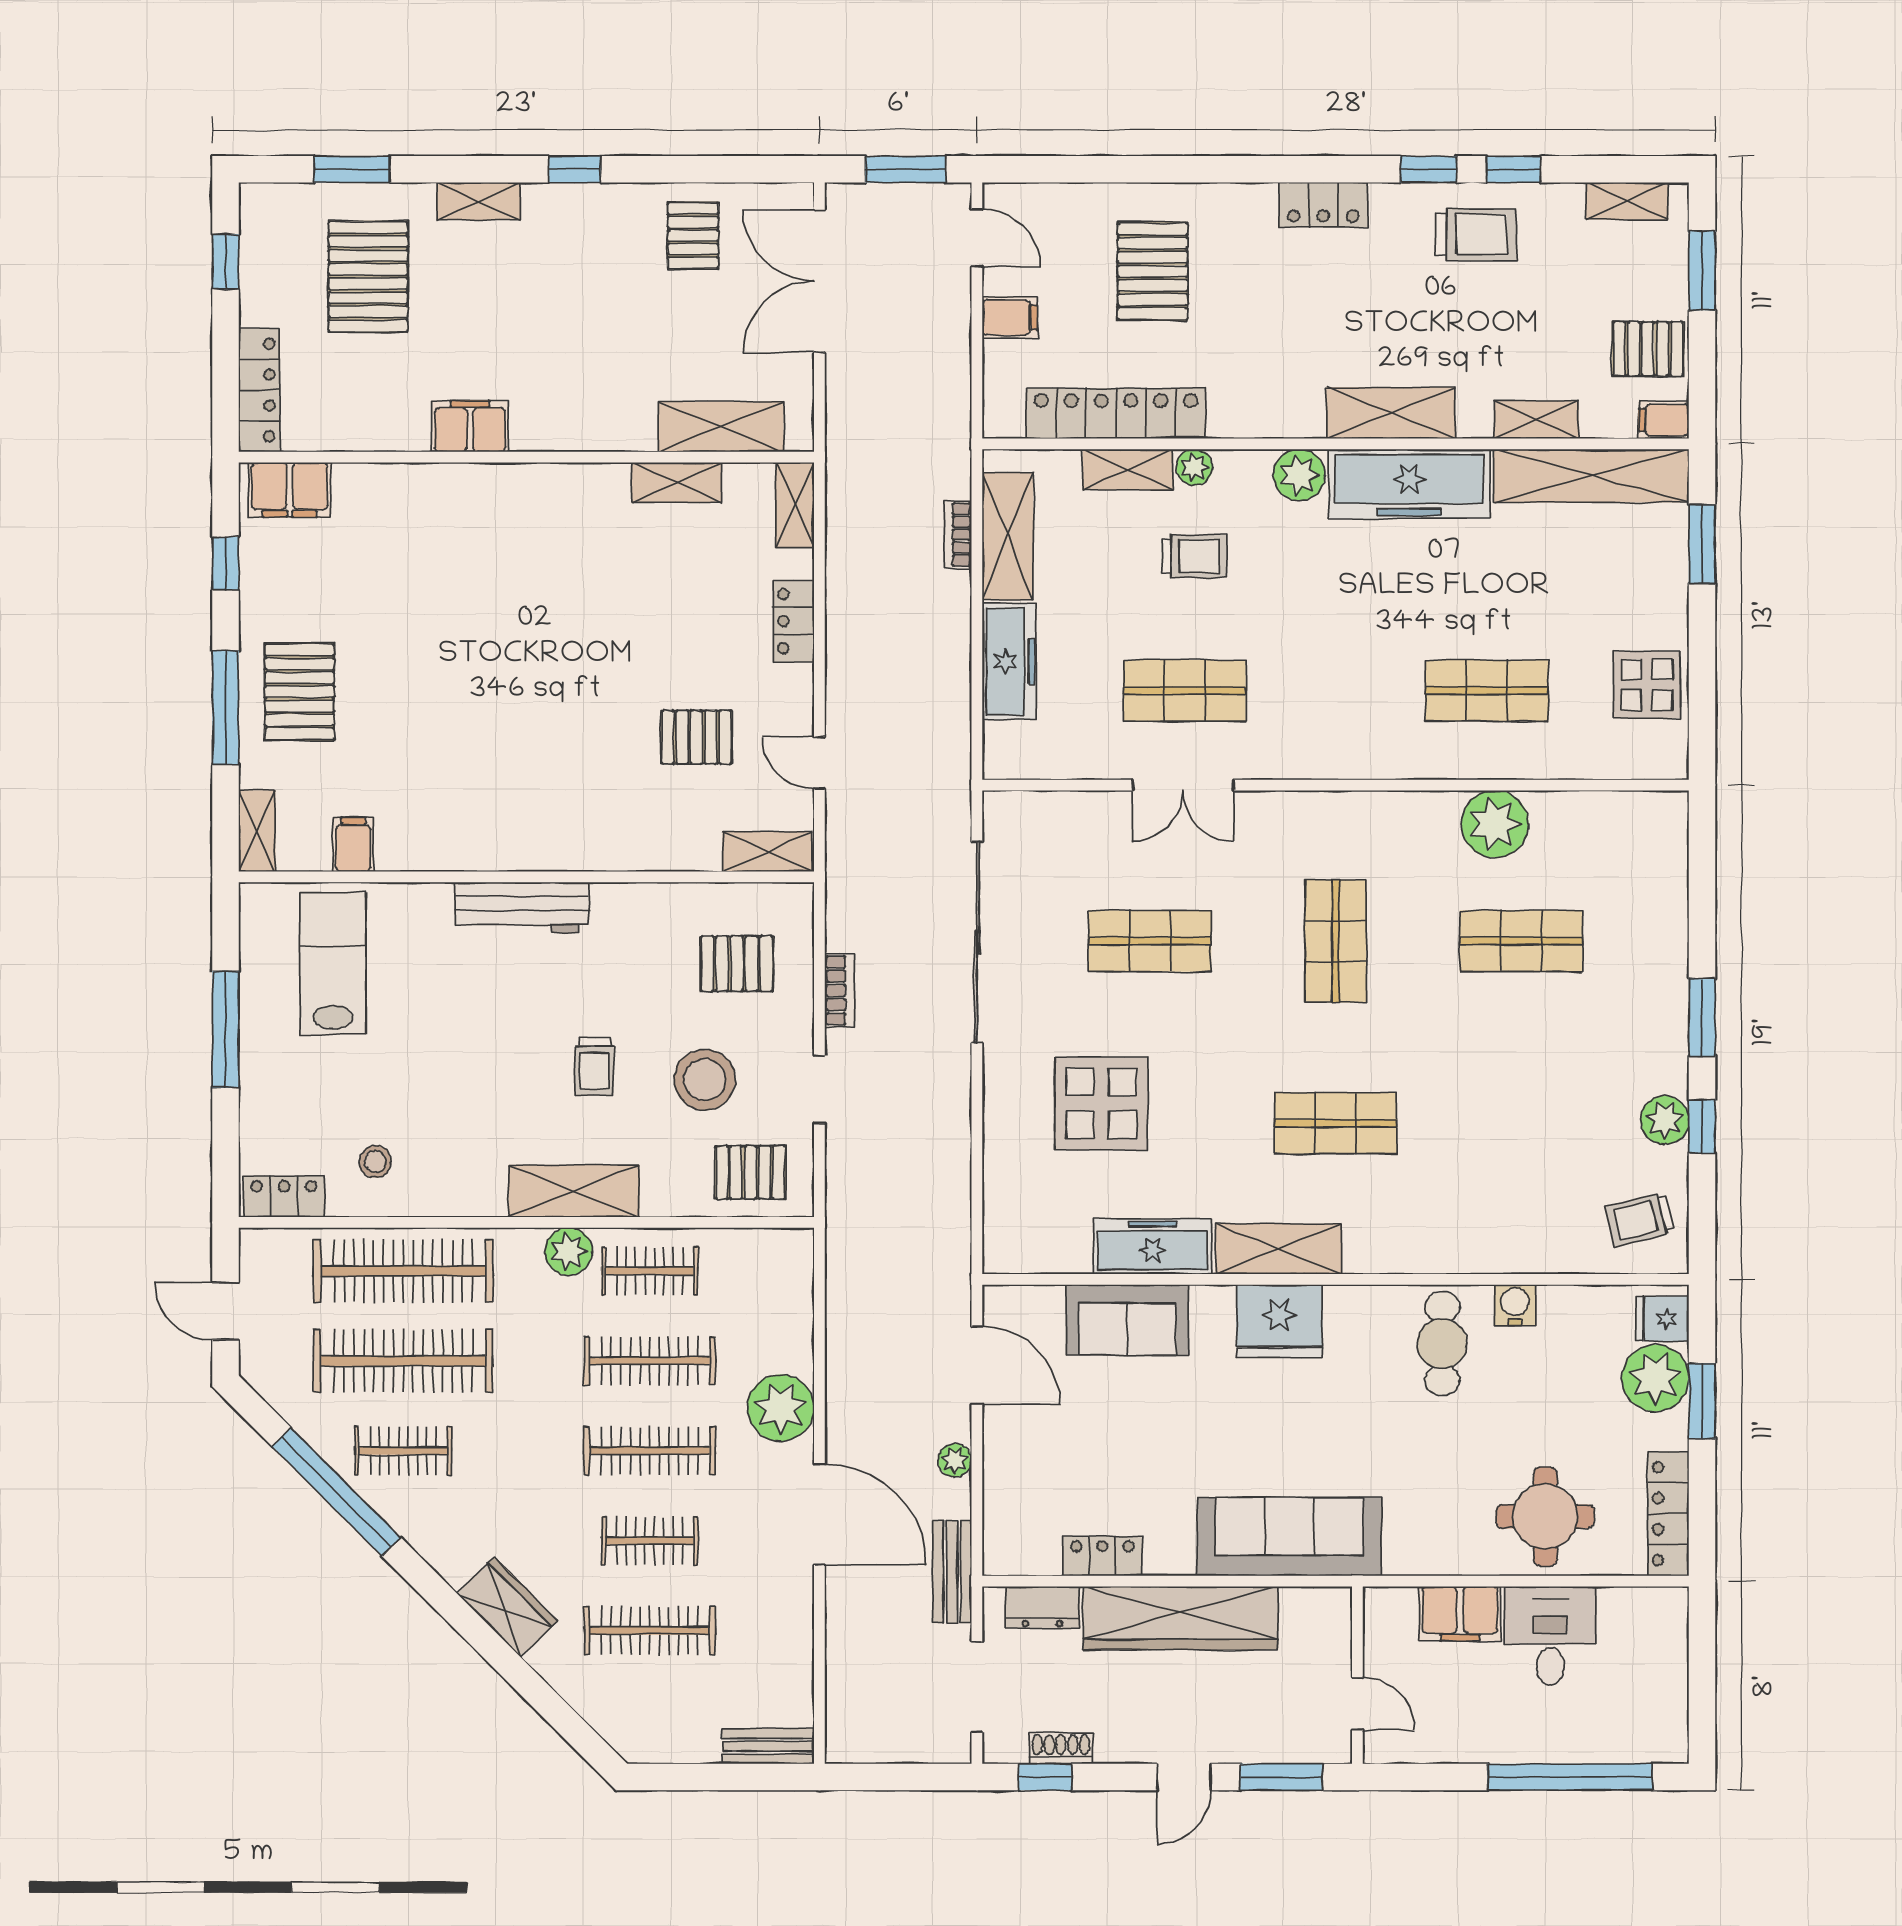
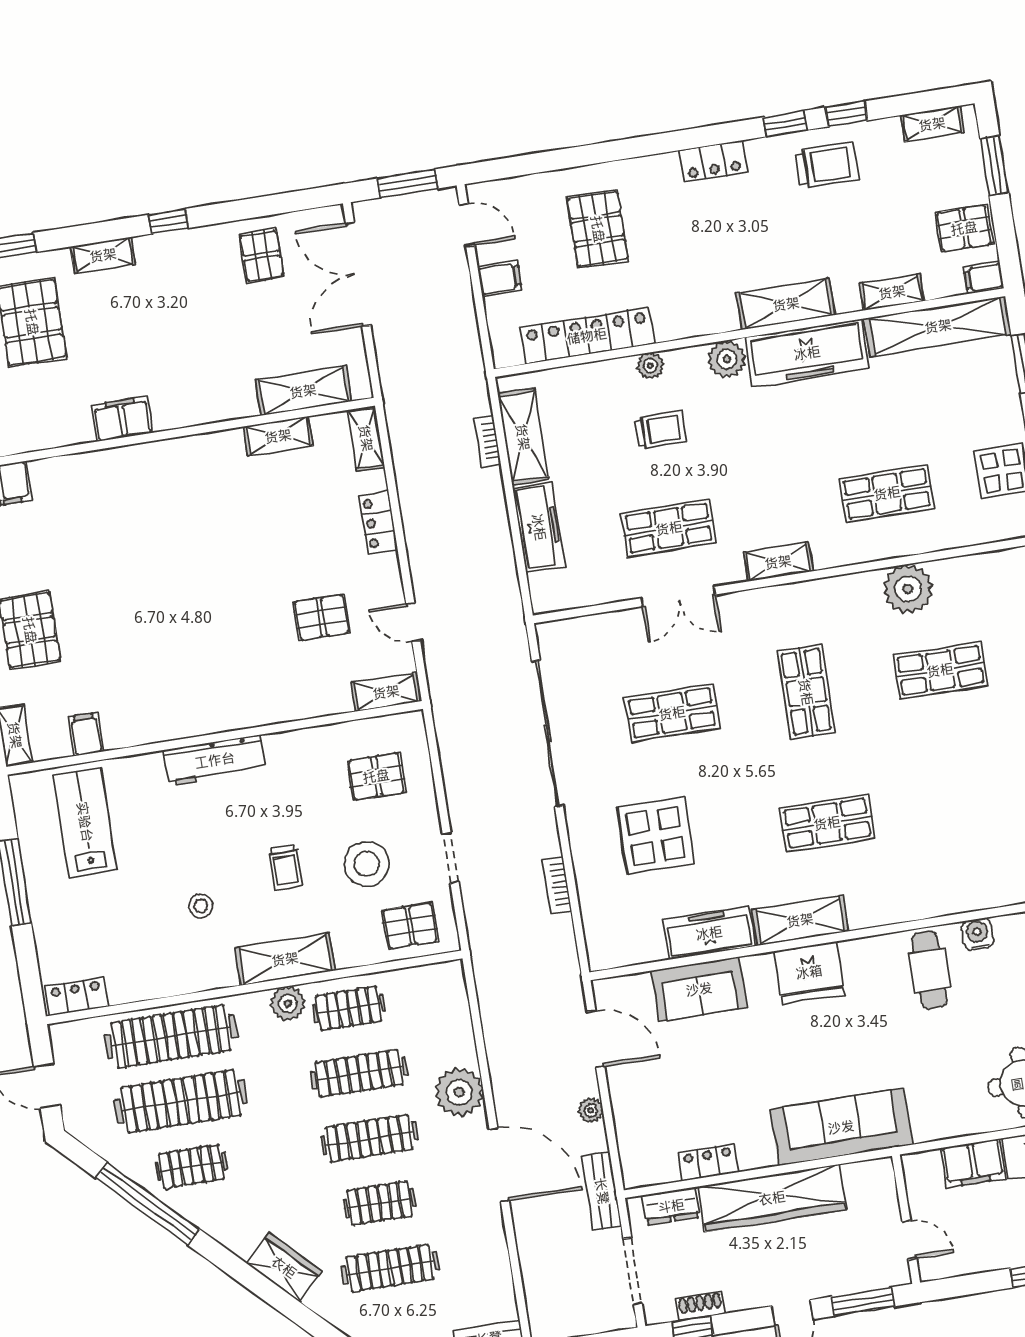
shelving: (1128, 469) -> (778, 562), moved
bookcase: (839, 990) -> (557, 885), moved, turned 180
stool: (375, 1162) -> (201, 906), moved

